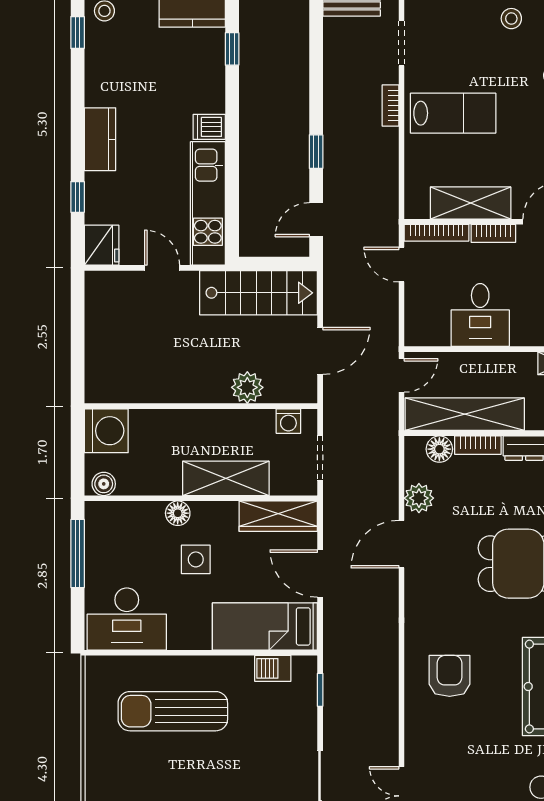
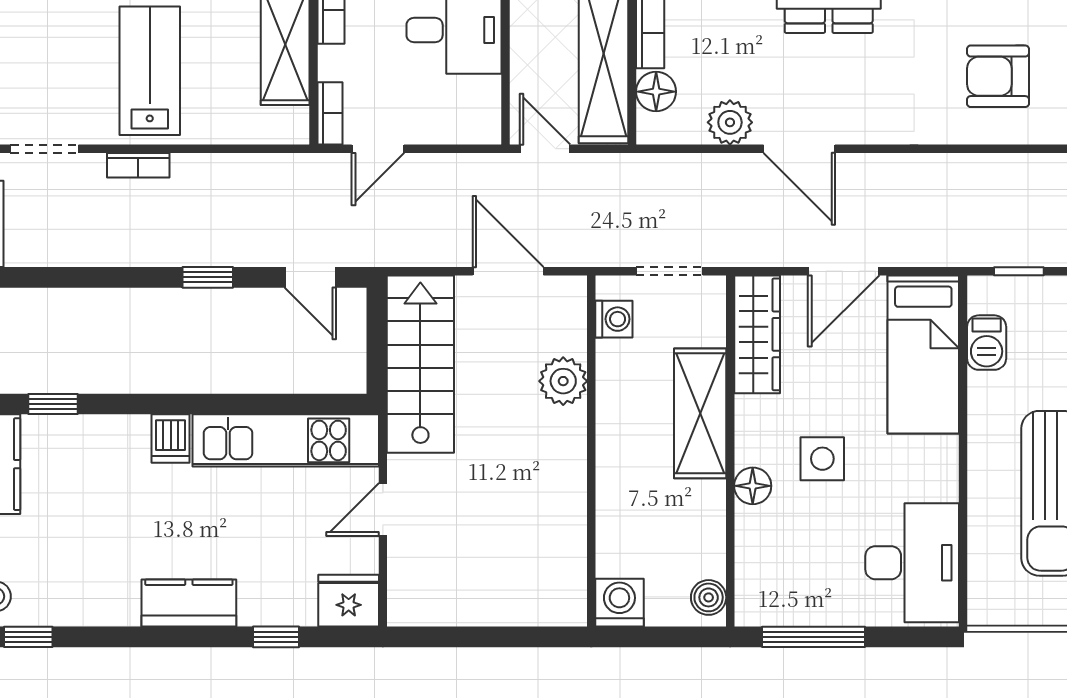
bookcase: (437, 233) -> (330, 113), width x0.64
washing machine: (106, 431) -> (619, 603), width x0.73, depth x0.73

